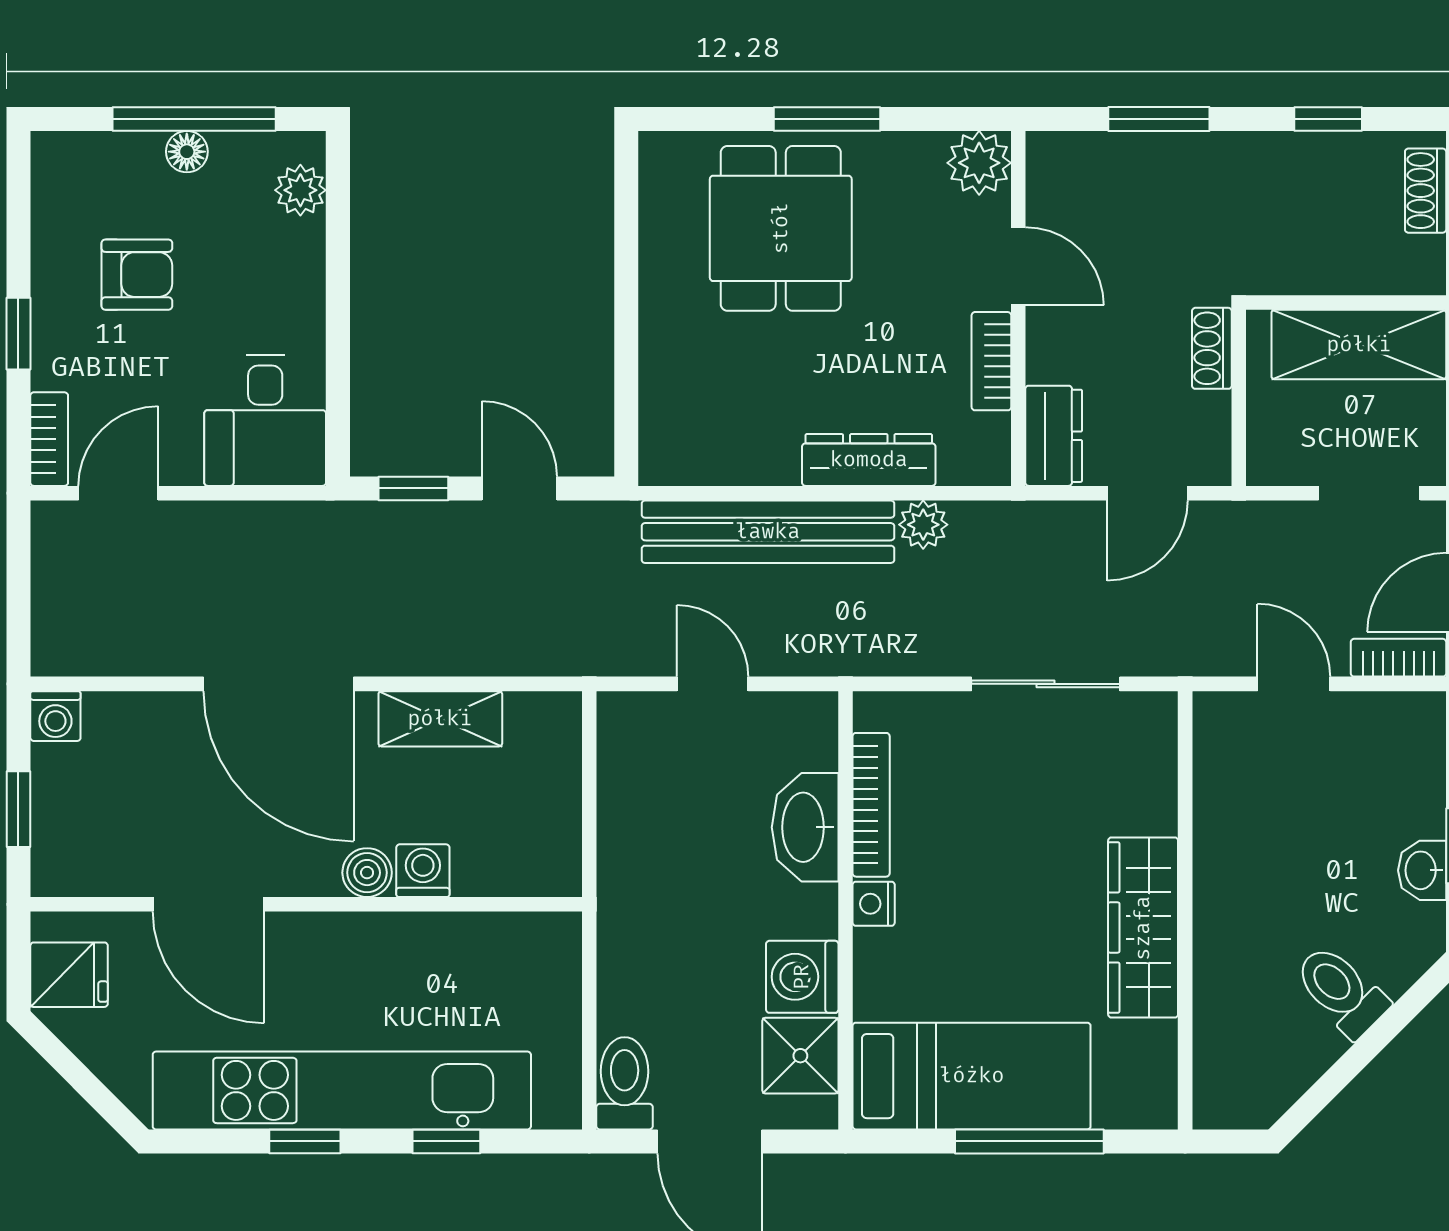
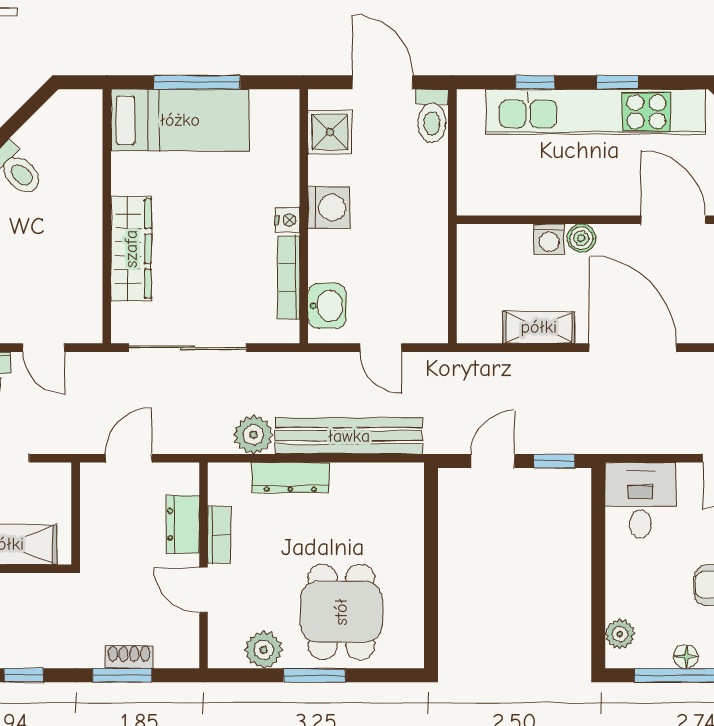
plant: (979, 163) -> (264, 650), moved
shoe rack: (1212, 348) -> (129, 657), moved, turned -90
dresser: (1054, 436) -> (183, 524), moved
door: (519, 488) -> (493, 461), swing flipped
plant: (923, 525) -> (253, 435), width x1.38, depth x1.38
sliding door: (1046, 684) -> (188, 348), width x1.37
washbasin: (805, 827) -> (327, 306), moved, width x0.72
wardrobe: (1143, 928) -> (131, 249), moved
washing machine: (802, 977) -> (329, 208), moved
bed: (972, 1076) -> (180, 120), moved, turned 180

